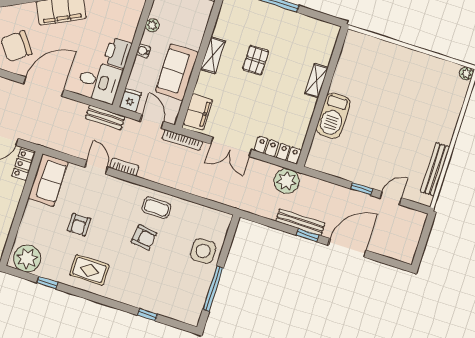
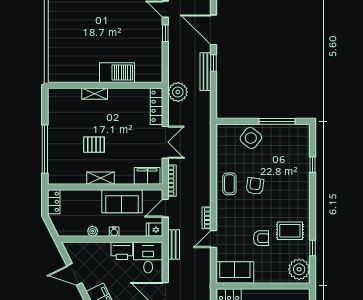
side table: (203, 251) -> (251, 138), turned 38
rug: (89, 270) -> (290, 231), moved, turned 90

